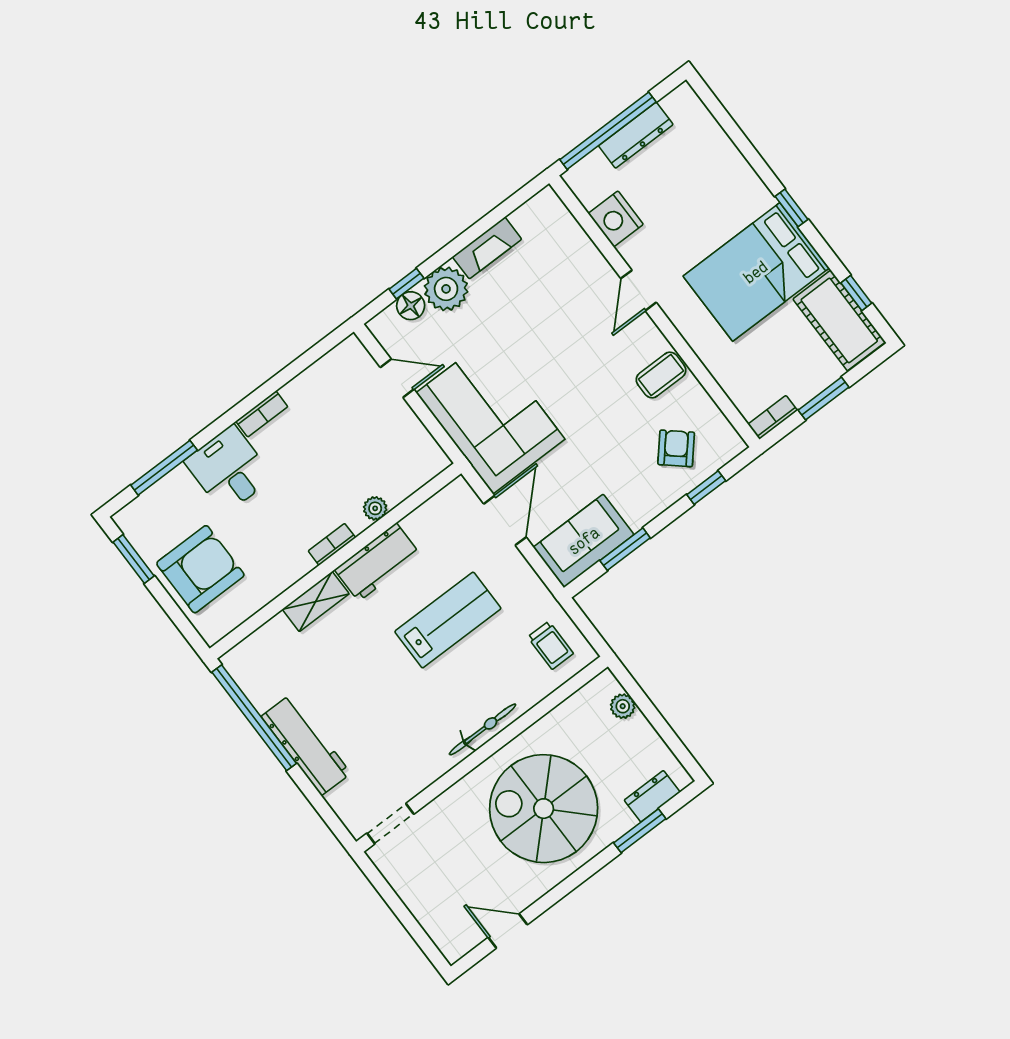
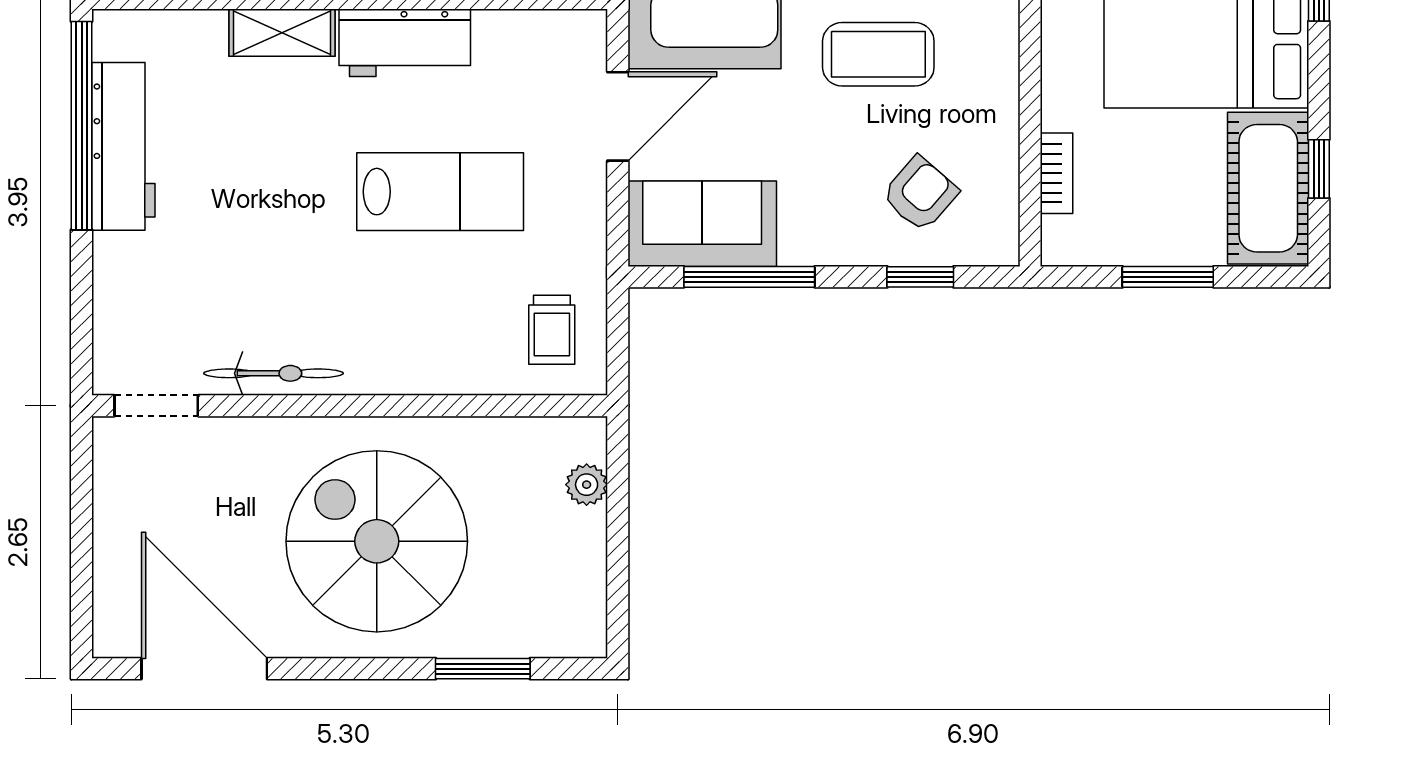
coffee table: (661, 375) -> (878, 54), moved, width x1.36, depth x1.30
bookcase: (773, 417) -> (1057, 173), moved, turned 90
window: (625, 549) -> (749, 277), width x1.44
bicycle: (483, 729) -> (274, 373), moved
workbench: (306, 745) -> (123, 146), moved
dresser: (652, 796) -> (535, 635), removed
door: (508, 931) -> (204, 669), width x1.88

